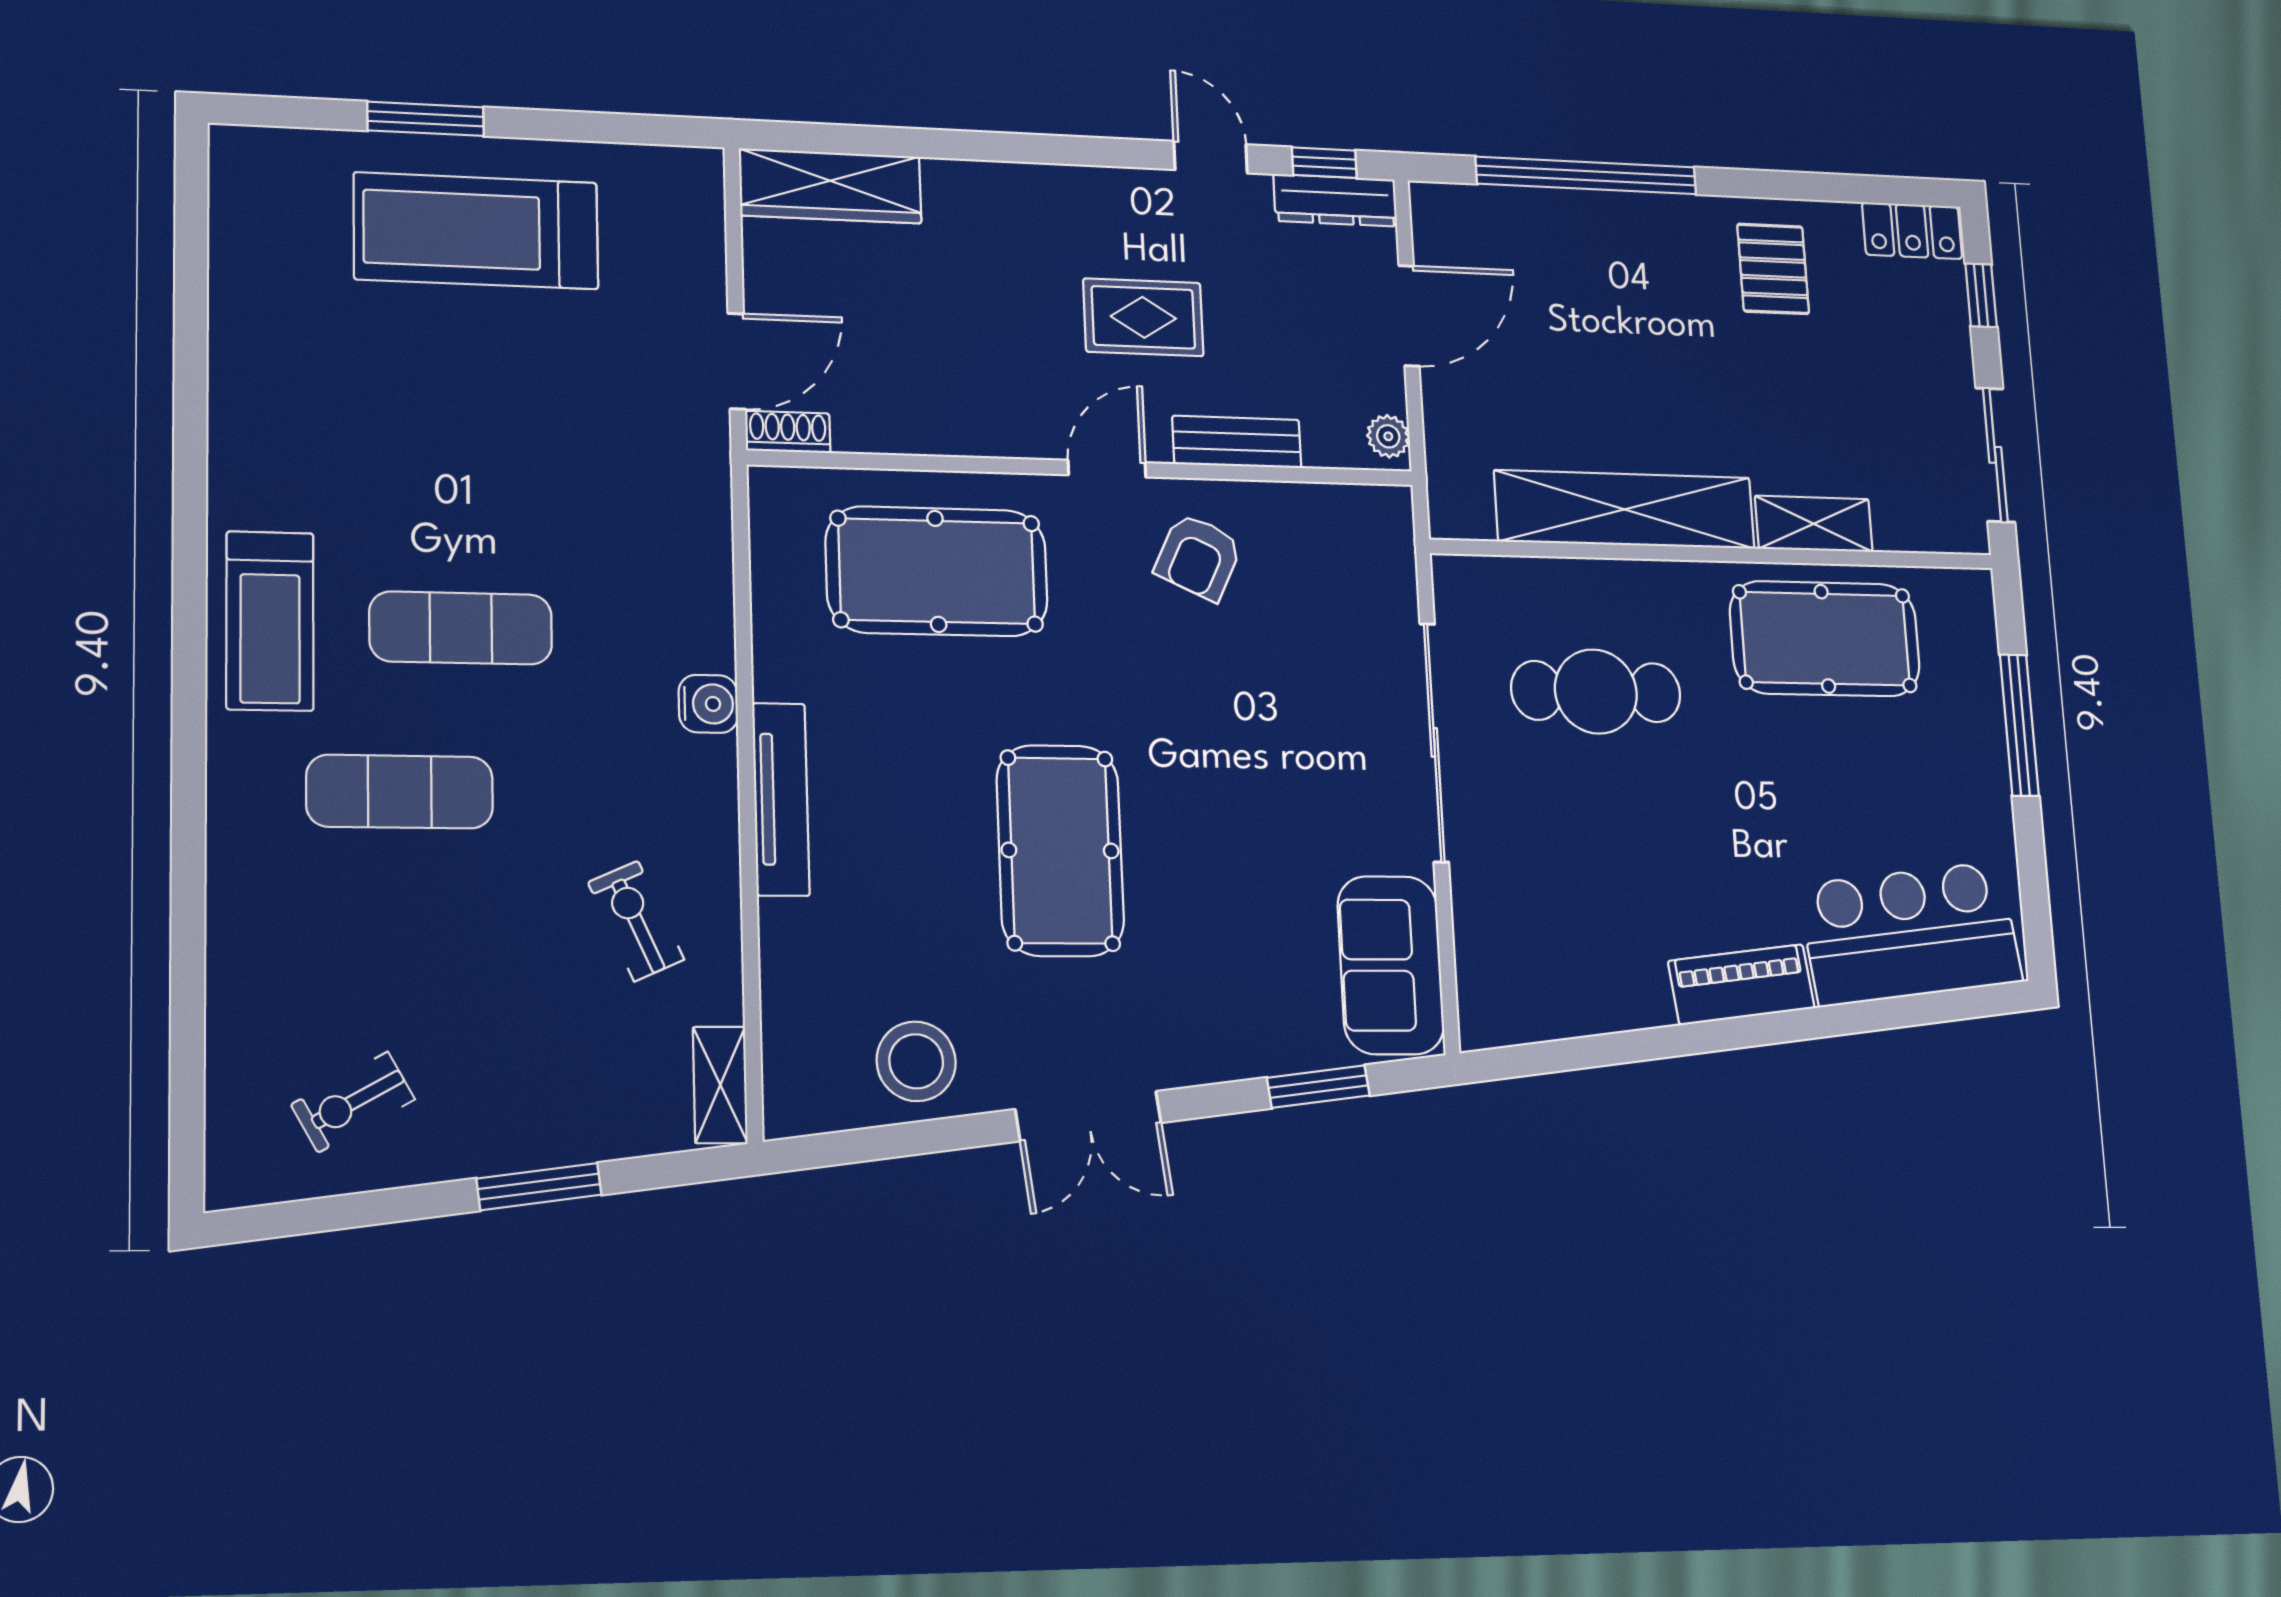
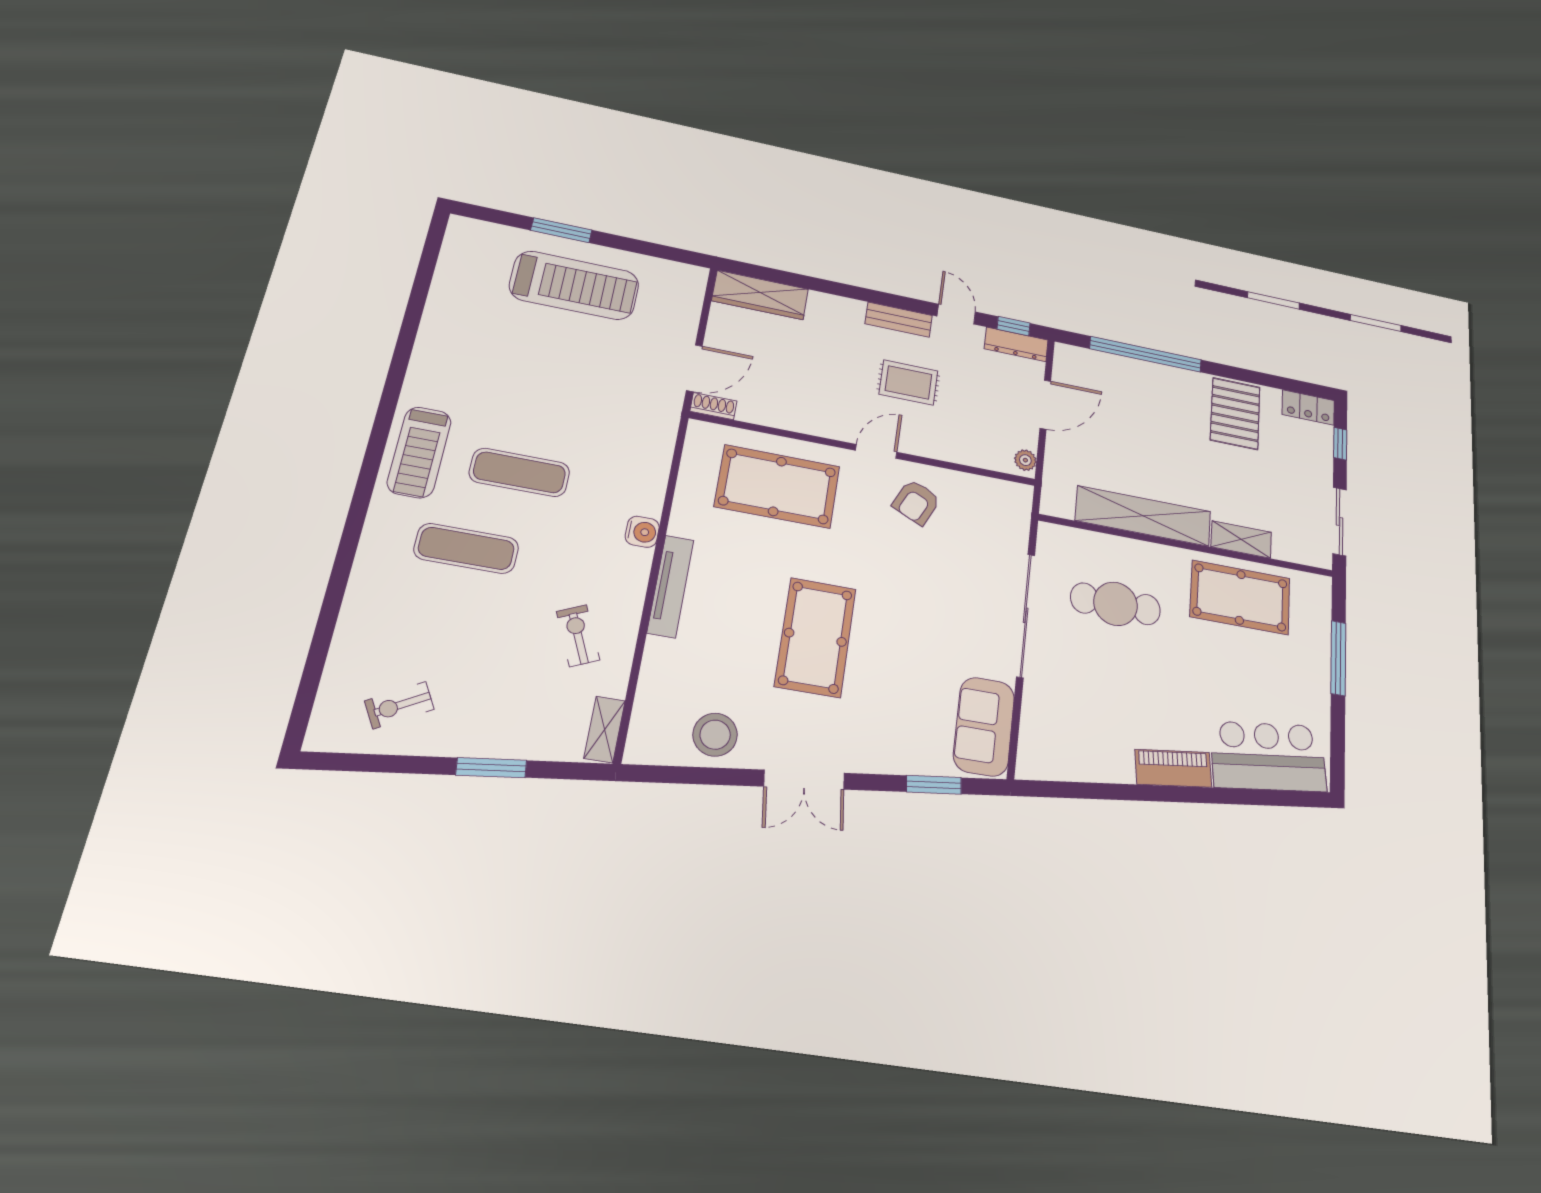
treadmill: (476, 231) -> (574, 285), turned 180
pallet: (1773, 269) -> (1235, 414), width x1.50, depth x1.42
bench: (1237, 442) -> (899, 320), moved

